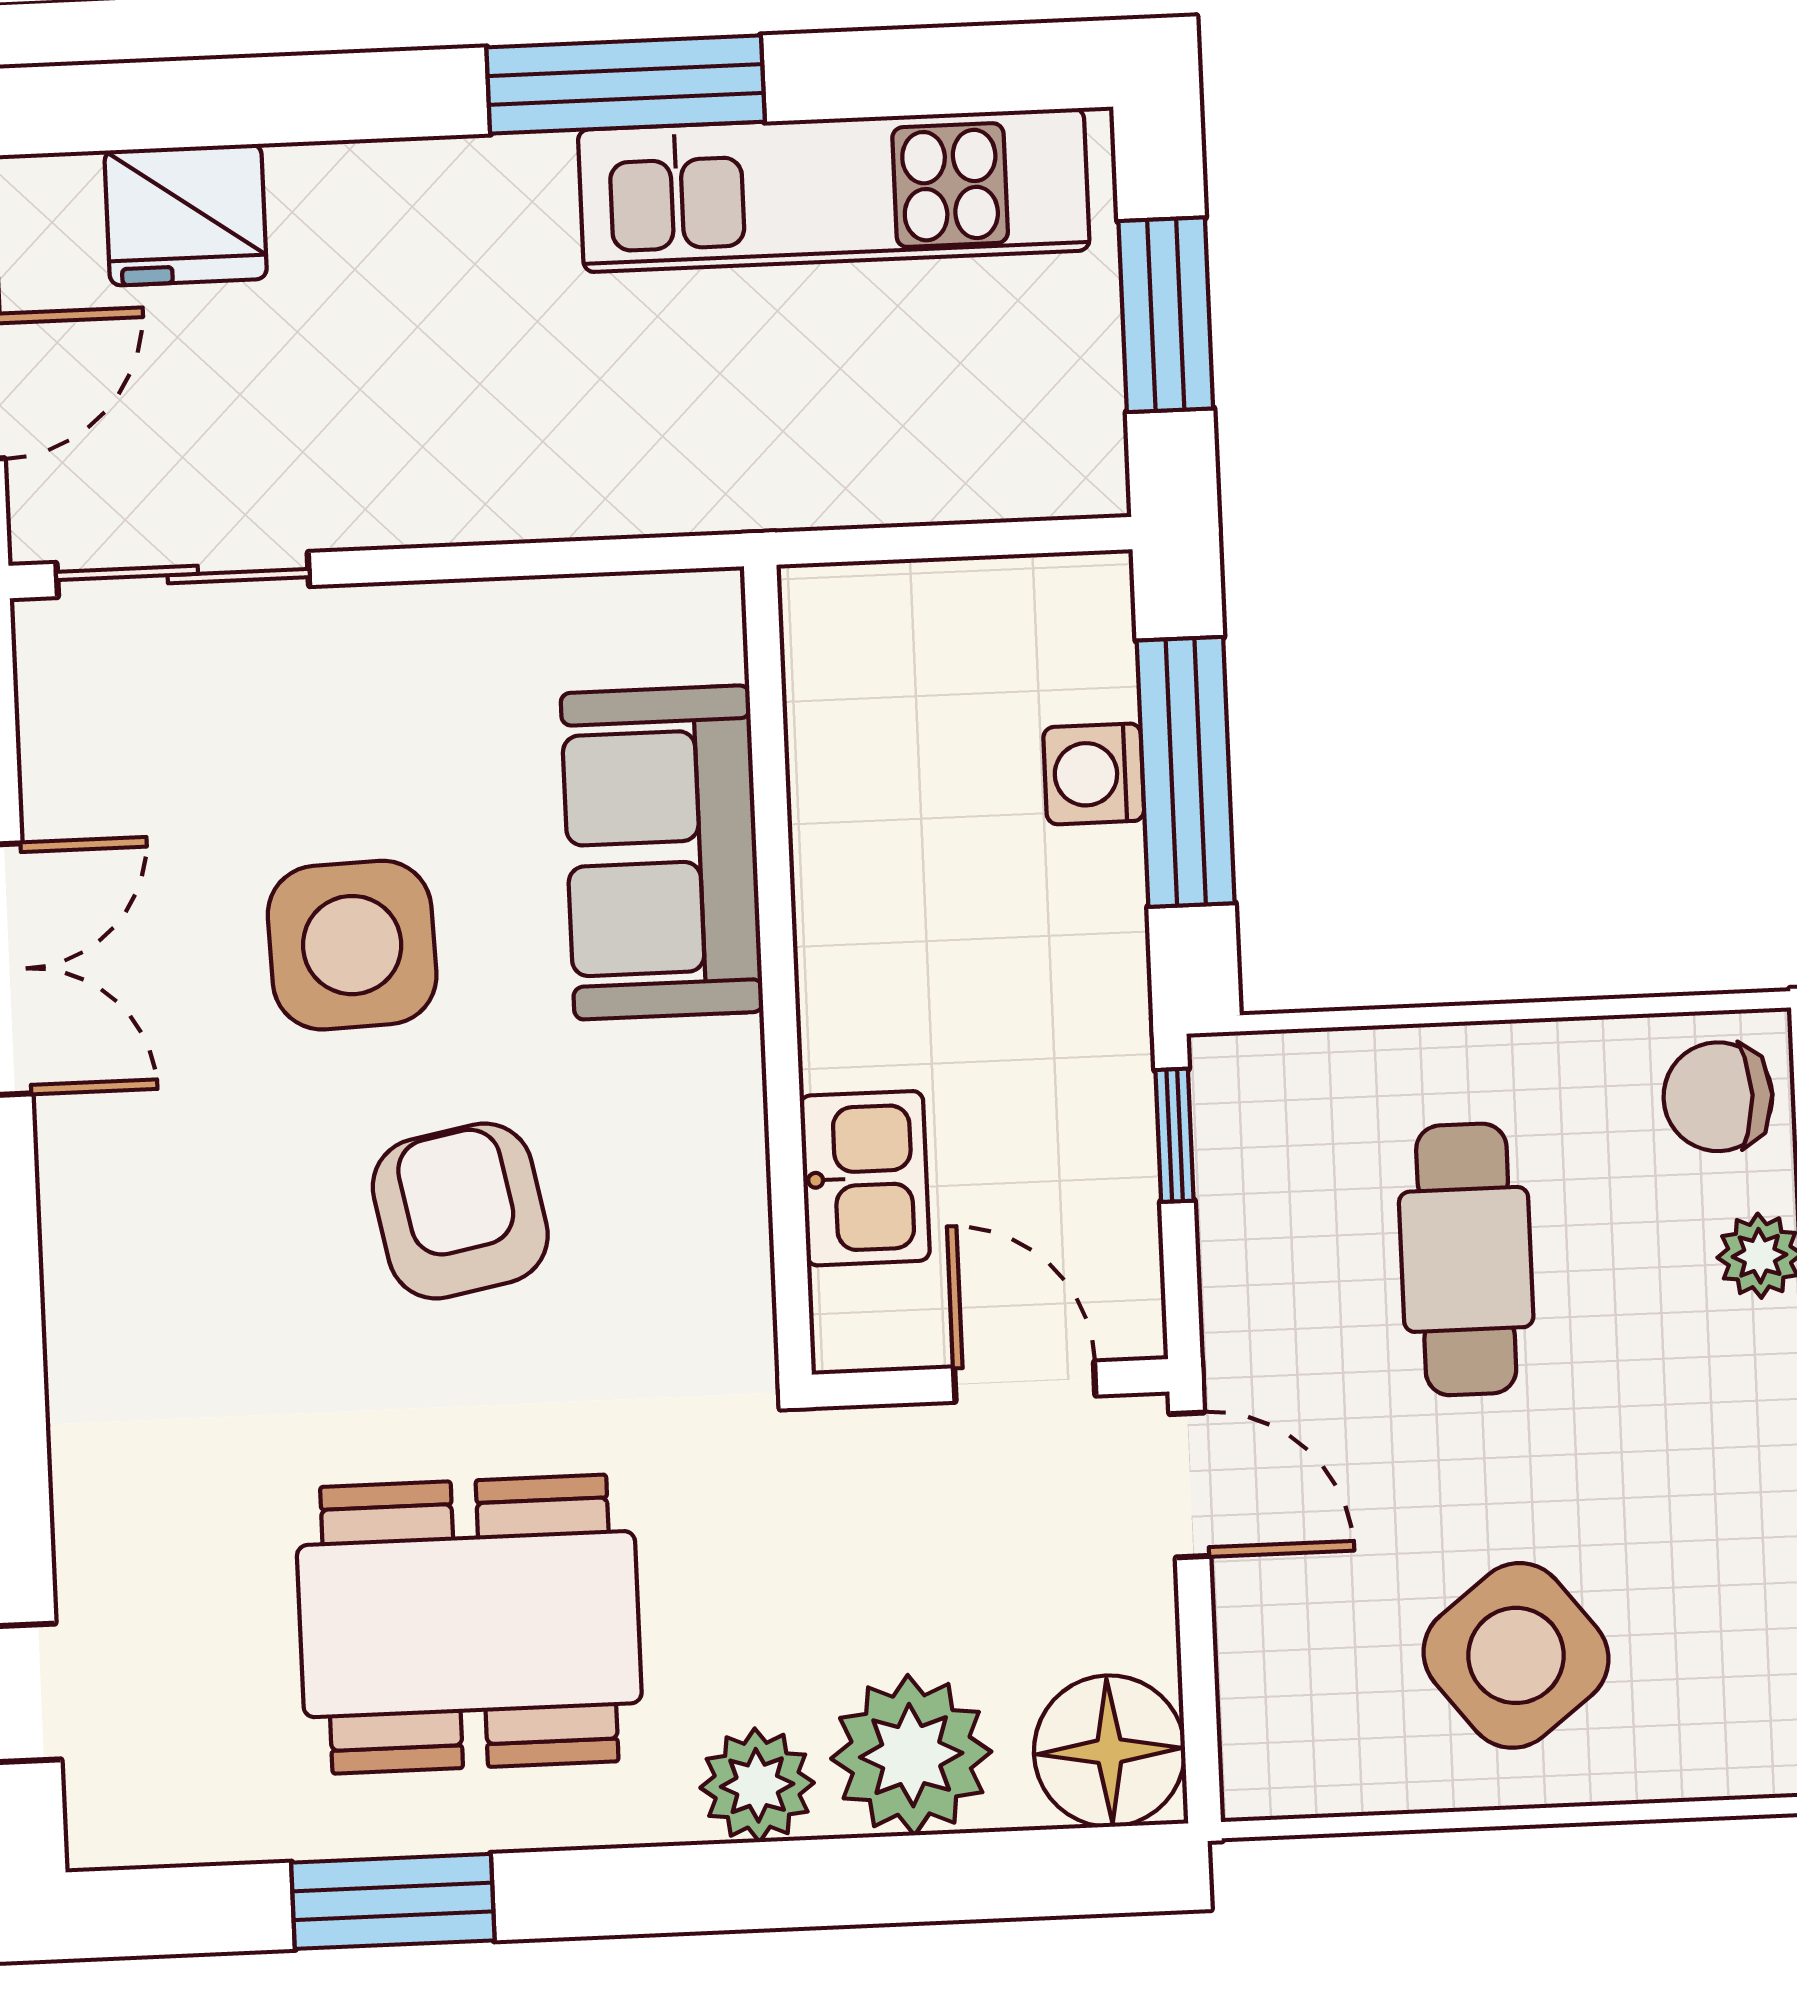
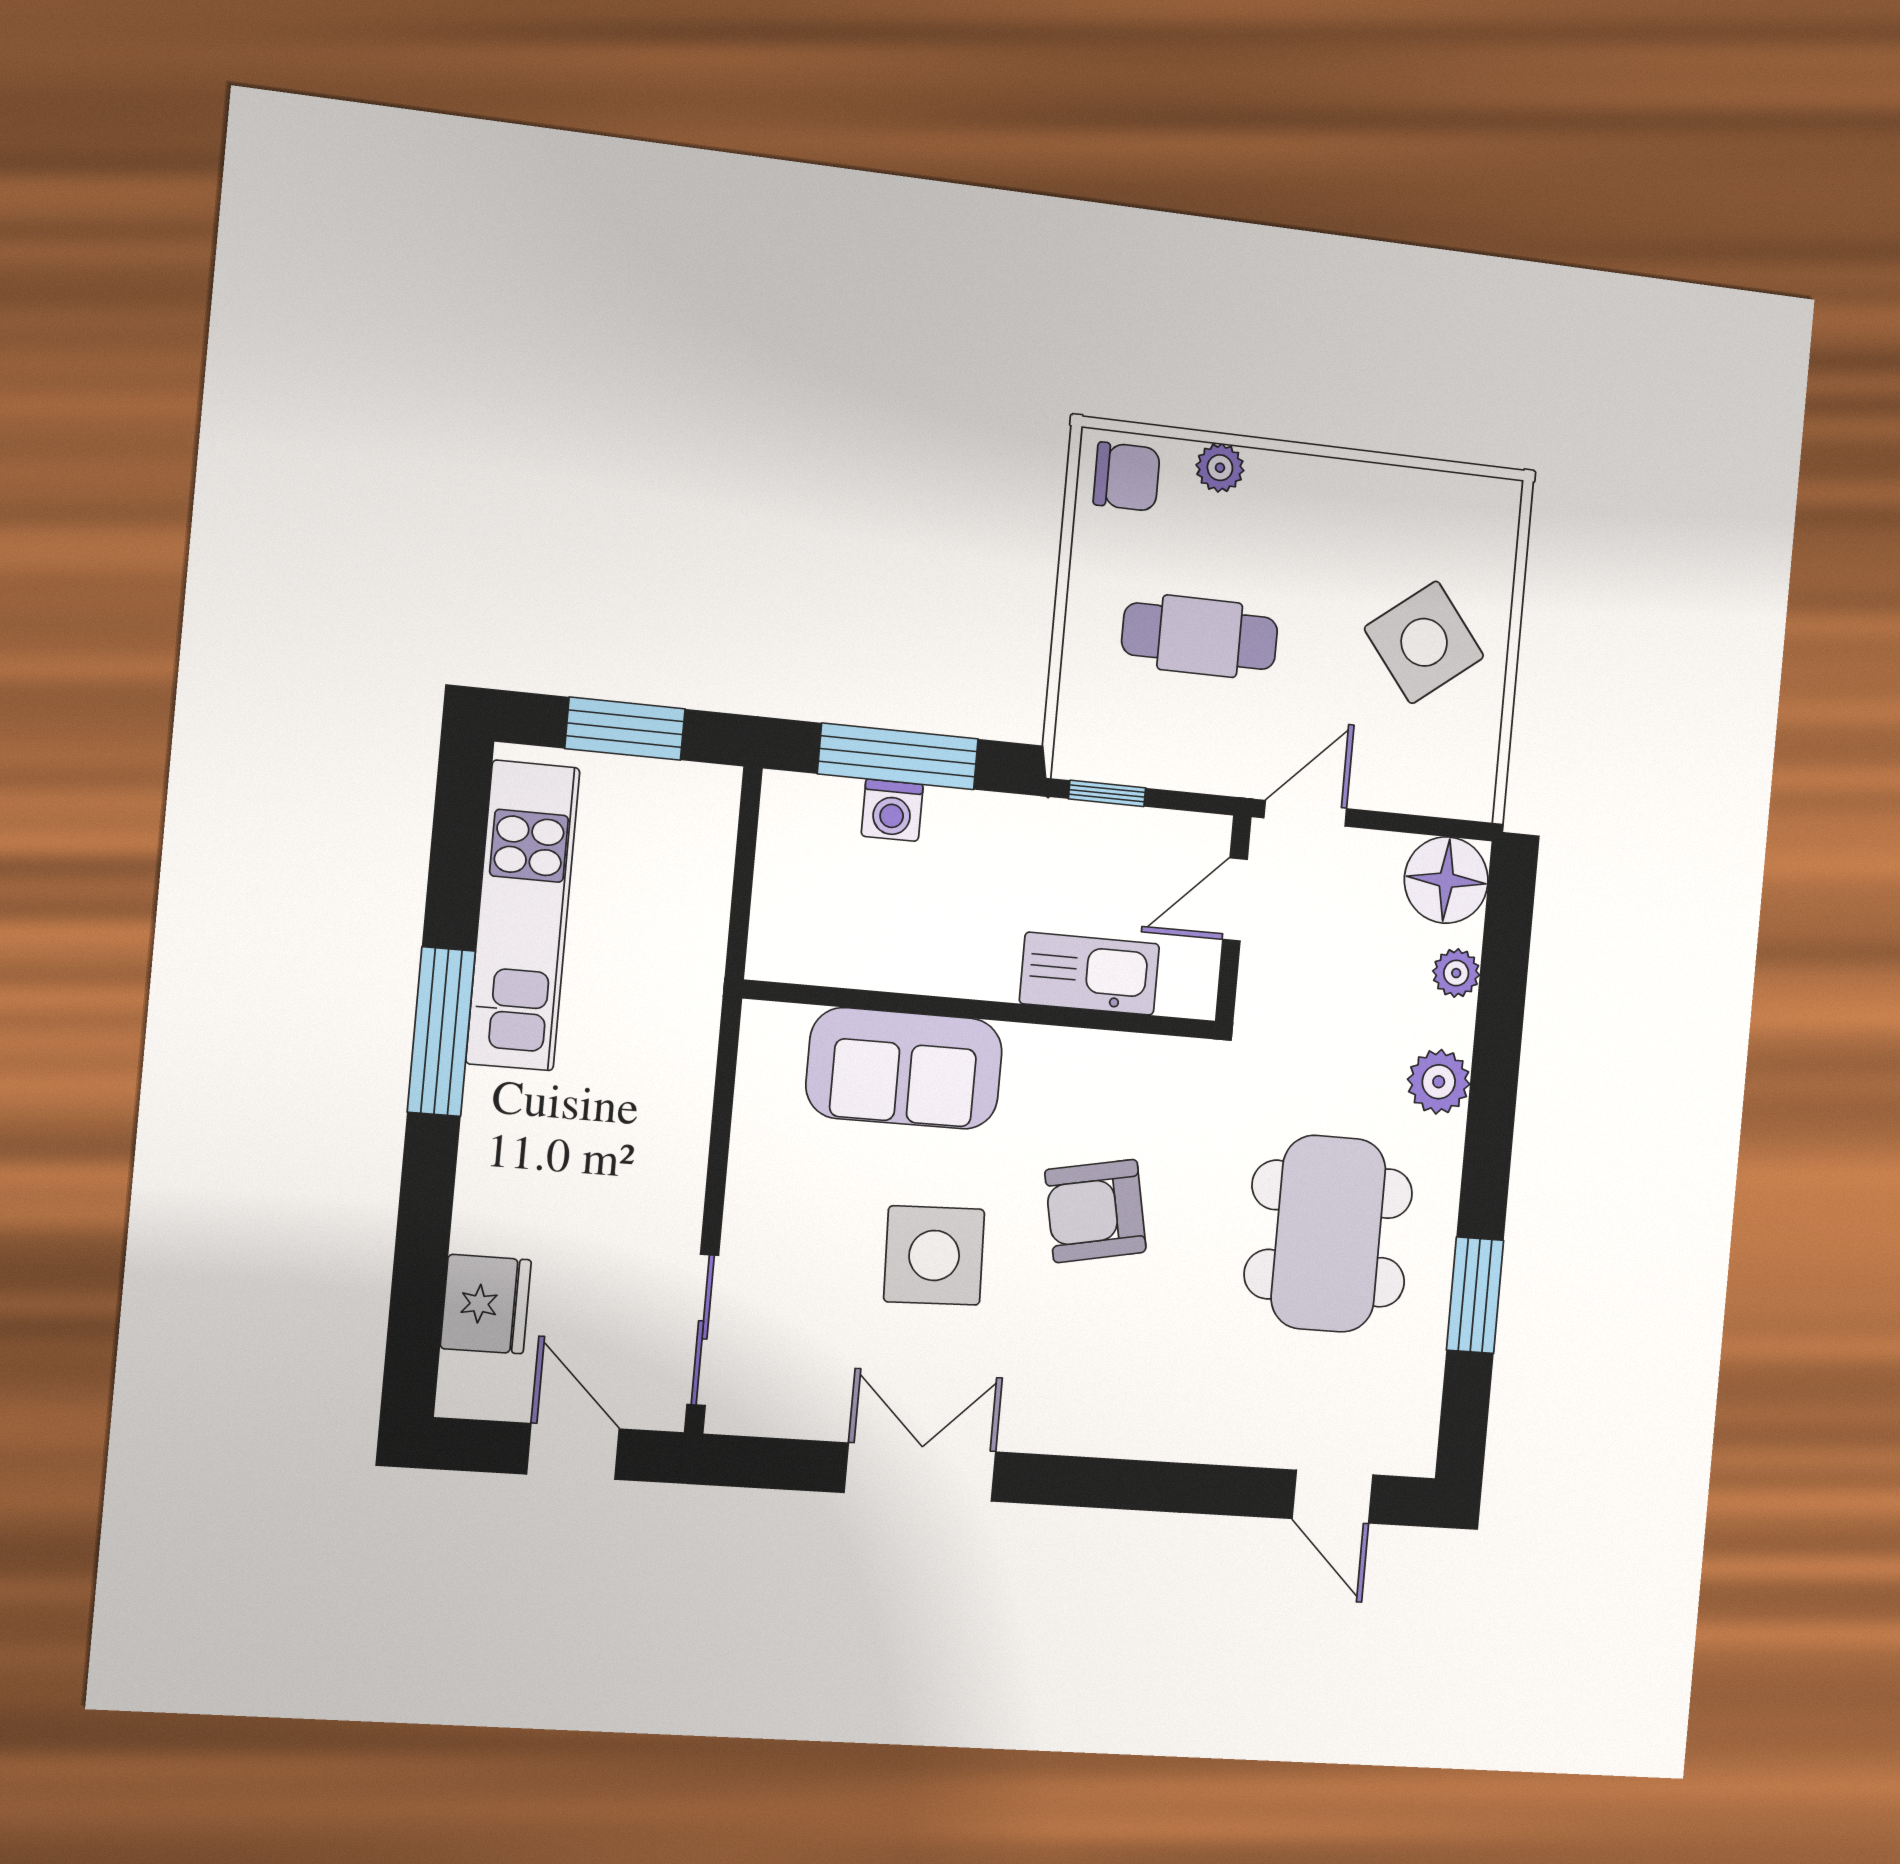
chair: (1718, 1097) -> (1127, 477), turned -90
kitchen sink: (865, 1178) -> (1089, 974), width x1.38
plant: (911, 1755) -> (1456, 973), width x0.53, depth x0.53

